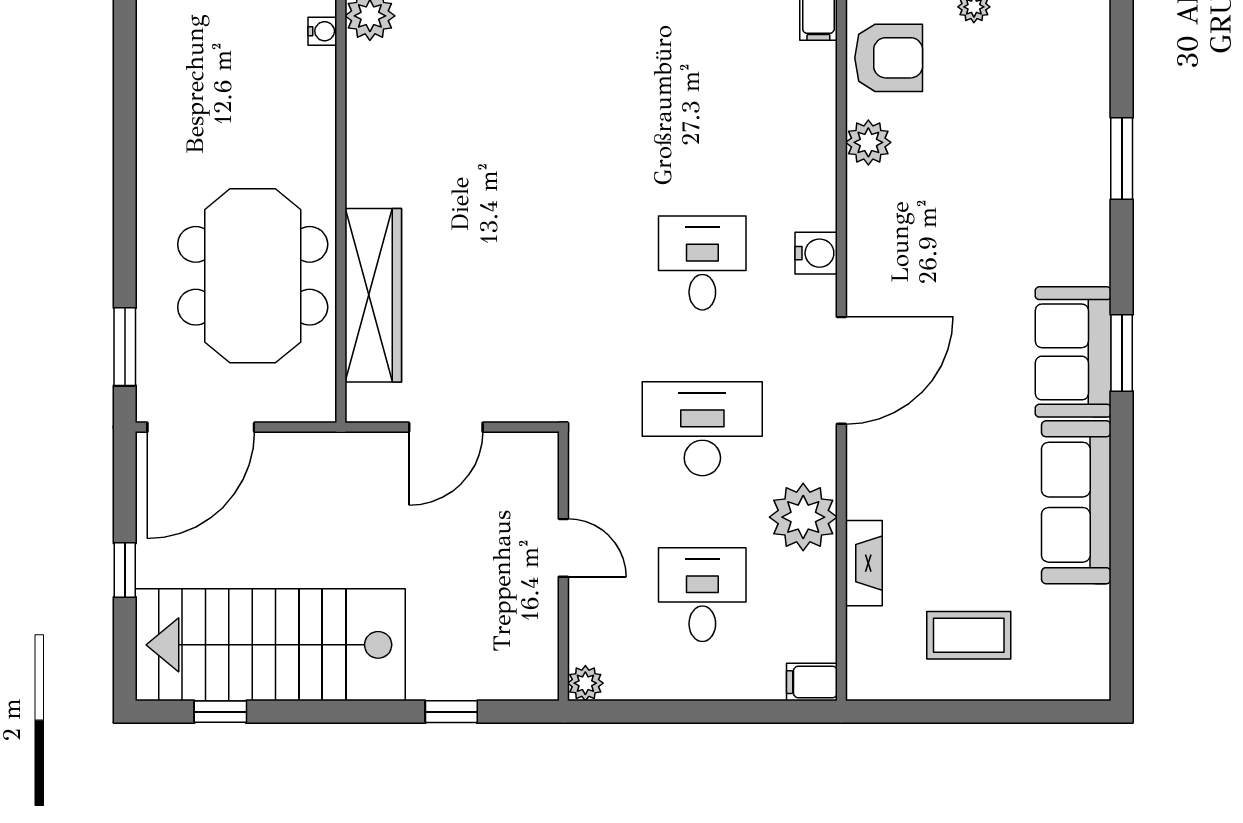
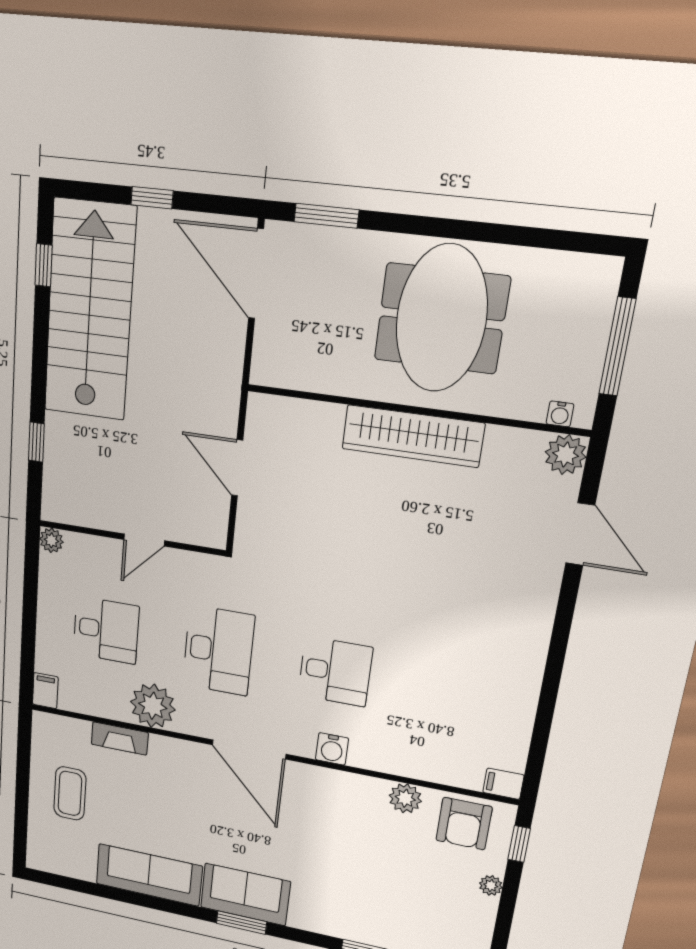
meeting table: (253, 276) -> (441, 318), moved, turned 90
wardrobe: (373, 295) -> (413, 436), moved

